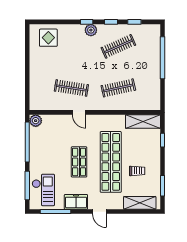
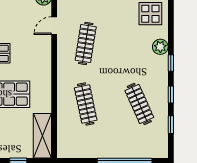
plant: (91, 30) -> (160, 47), moved
door: (79, 112) -> (54, 26), moved

